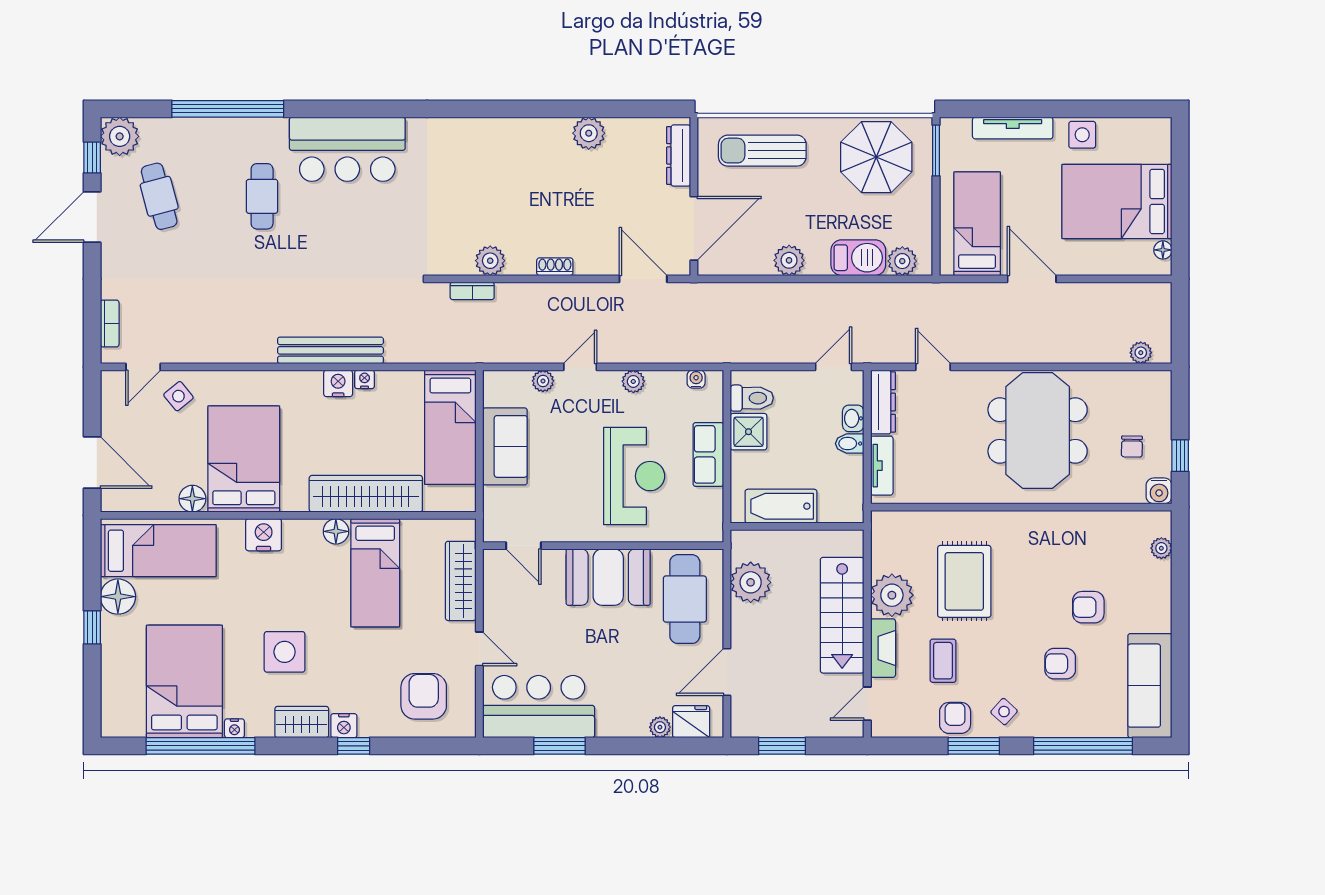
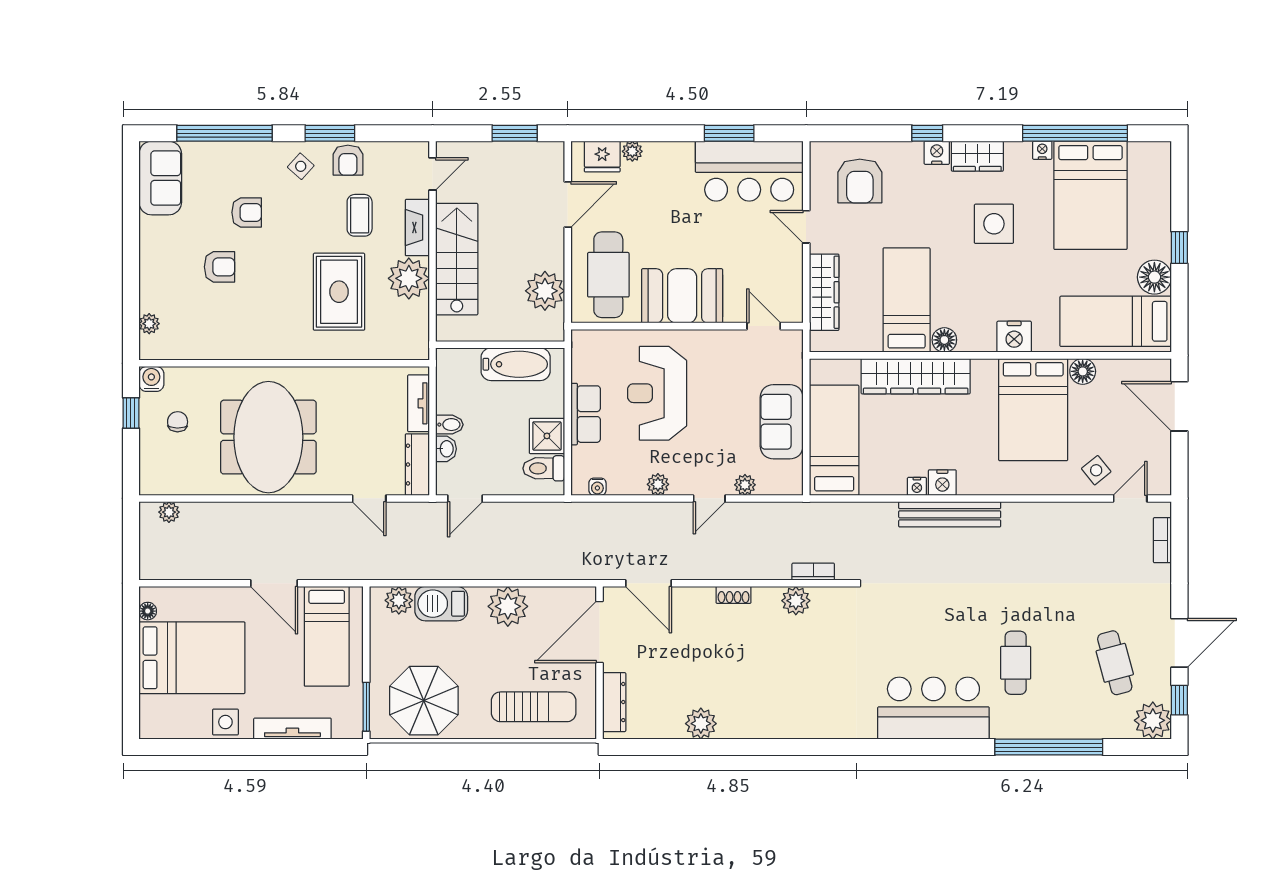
plant: (789, 260) -> (508, 606), width x1.36, depth x1.36
sofa: (1150, 686) -> (160, 178), width x0.73

